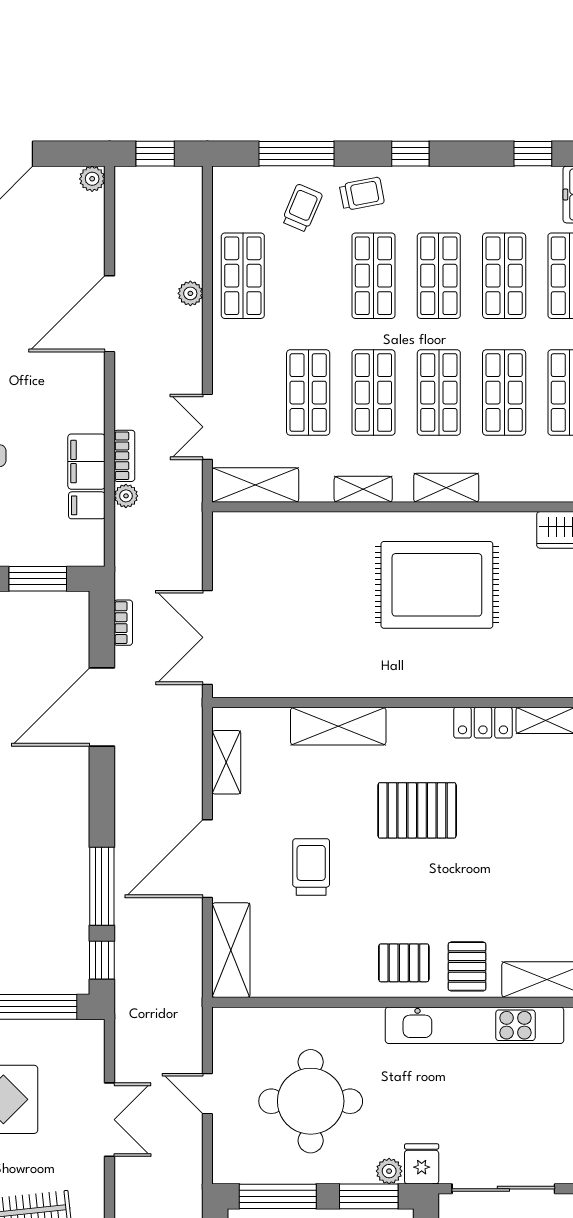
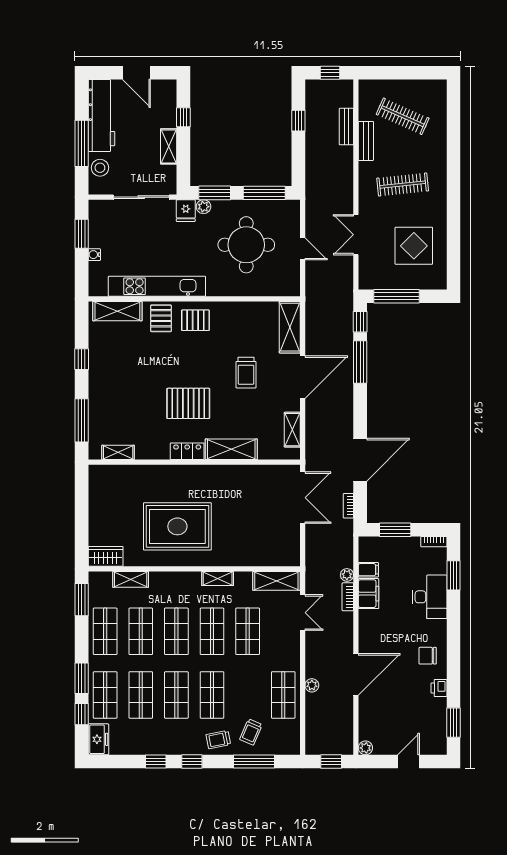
window: (533, 154) -> (156, 762), moved
shelving: (446, 488) -> (131, 579), moved
locker: (483, 723) -> (187, 451), moved

